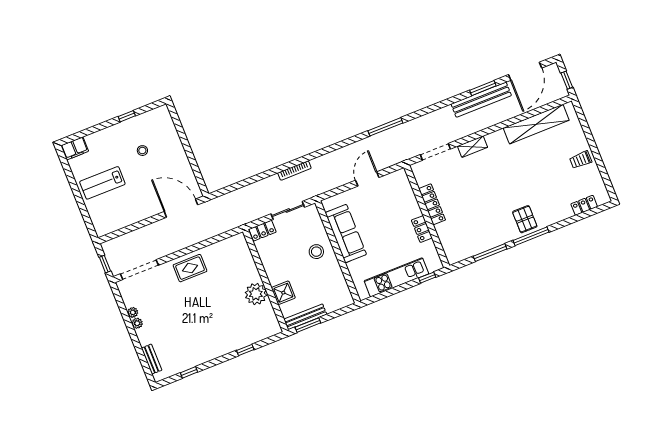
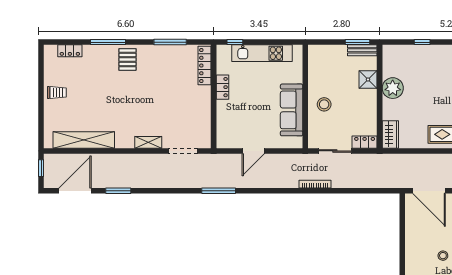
bench: (481, 100) -> (124, 181), removed
locker: (432, 204) -> (205, 66), moved
window: (531, 236) -> (108, 42), moved
wardrobe: (240, 248) -> (390, 134), added
bench: (305, 317) -> (362, 50), width x0.73

